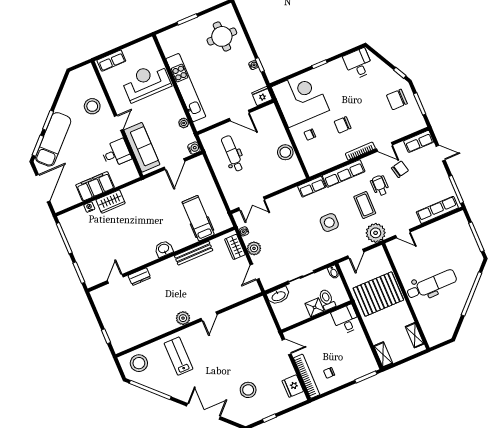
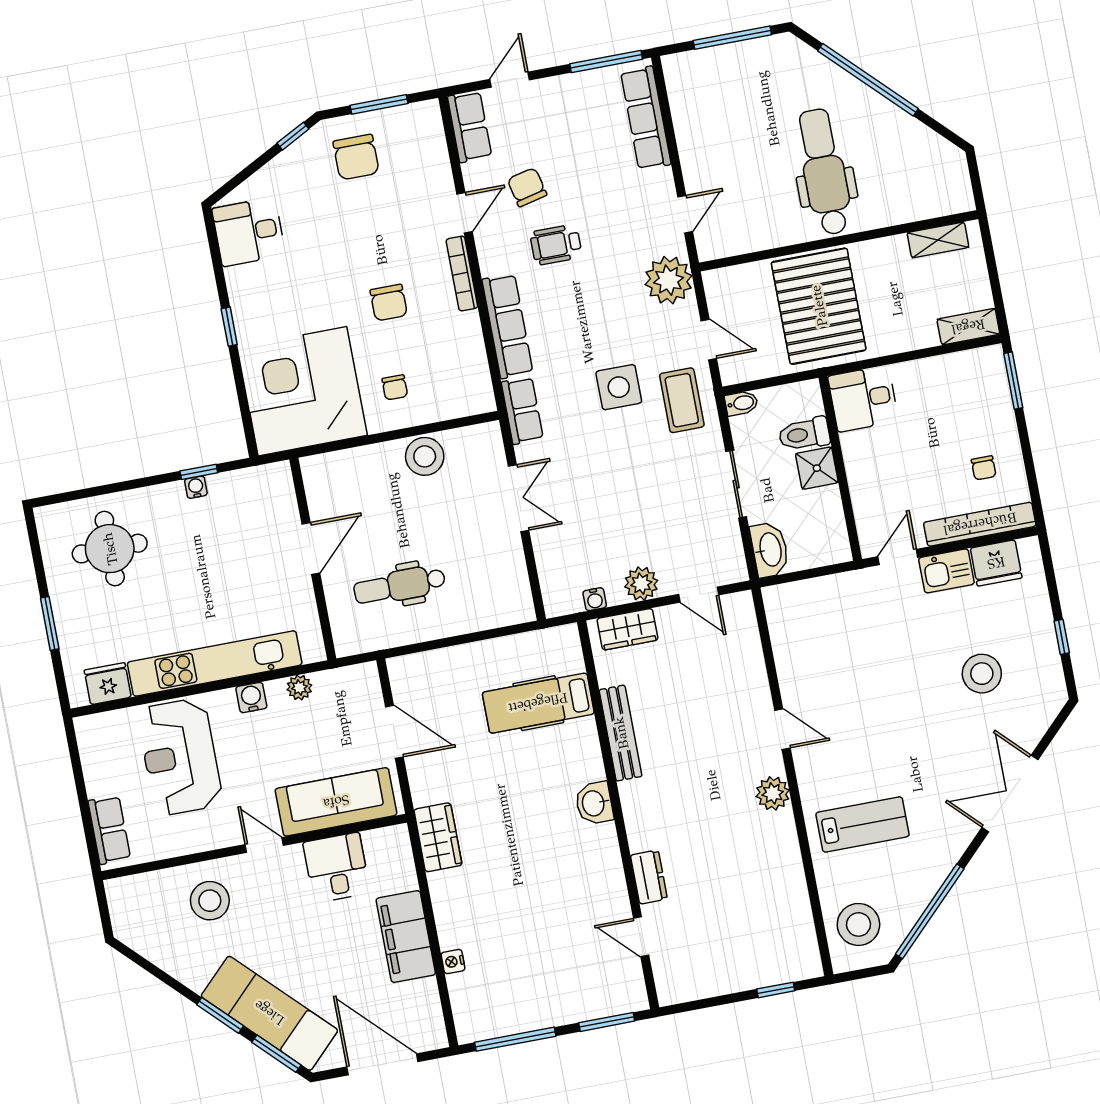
fridge: (262, 96) -> (108, 684), moved, turned 90
water cooler: (194, 148) -> (251, 698), moved
wardrobe: (111, 202) -> (438, 837), moved
double door: (252, 204) -> (519, 498), moved
coffee table: (365, 205) -> (682, 400), moved, turned 90
lab bench: (179, 356) -> (863, 824), turned 180
kitchen sink: (285, 367) -> (946, 571), added

